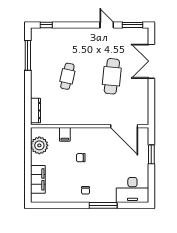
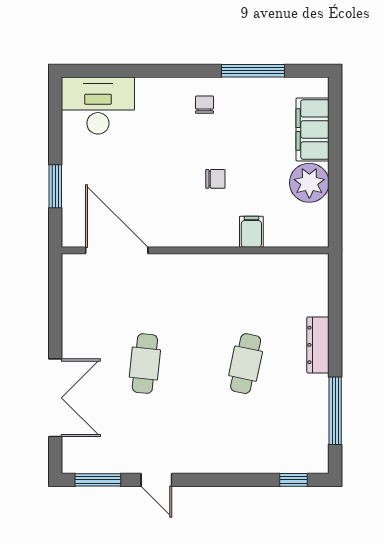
cafe table: (112, 76) -> (145, 364), width x0.73, depth x0.74
dresser: (36, 111) -> (318, 345), moved
plant: (39, 145) -> (309, 183), moved
window: (103, 205) -> (253, 71), moved

